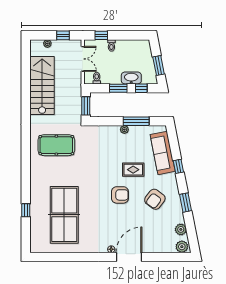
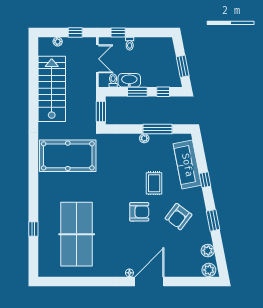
washbasin: (131, 78) -> (129, 80), moved
pool table: (56, 145) -> (68, 156), width x1.36, depth x1.32
rug: (133, 170) -> (154, 183), turned 90

